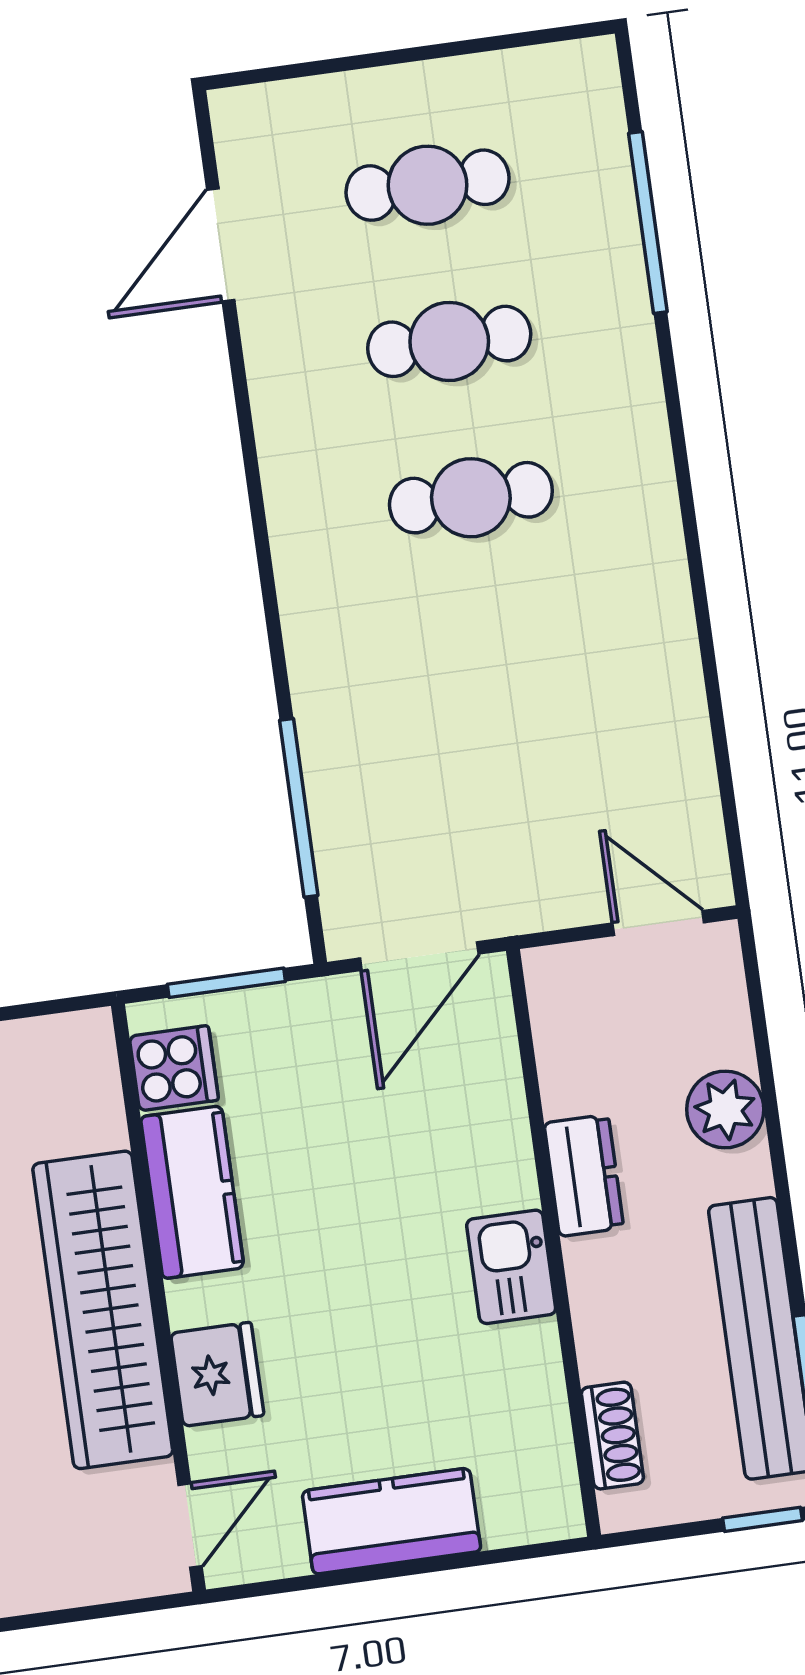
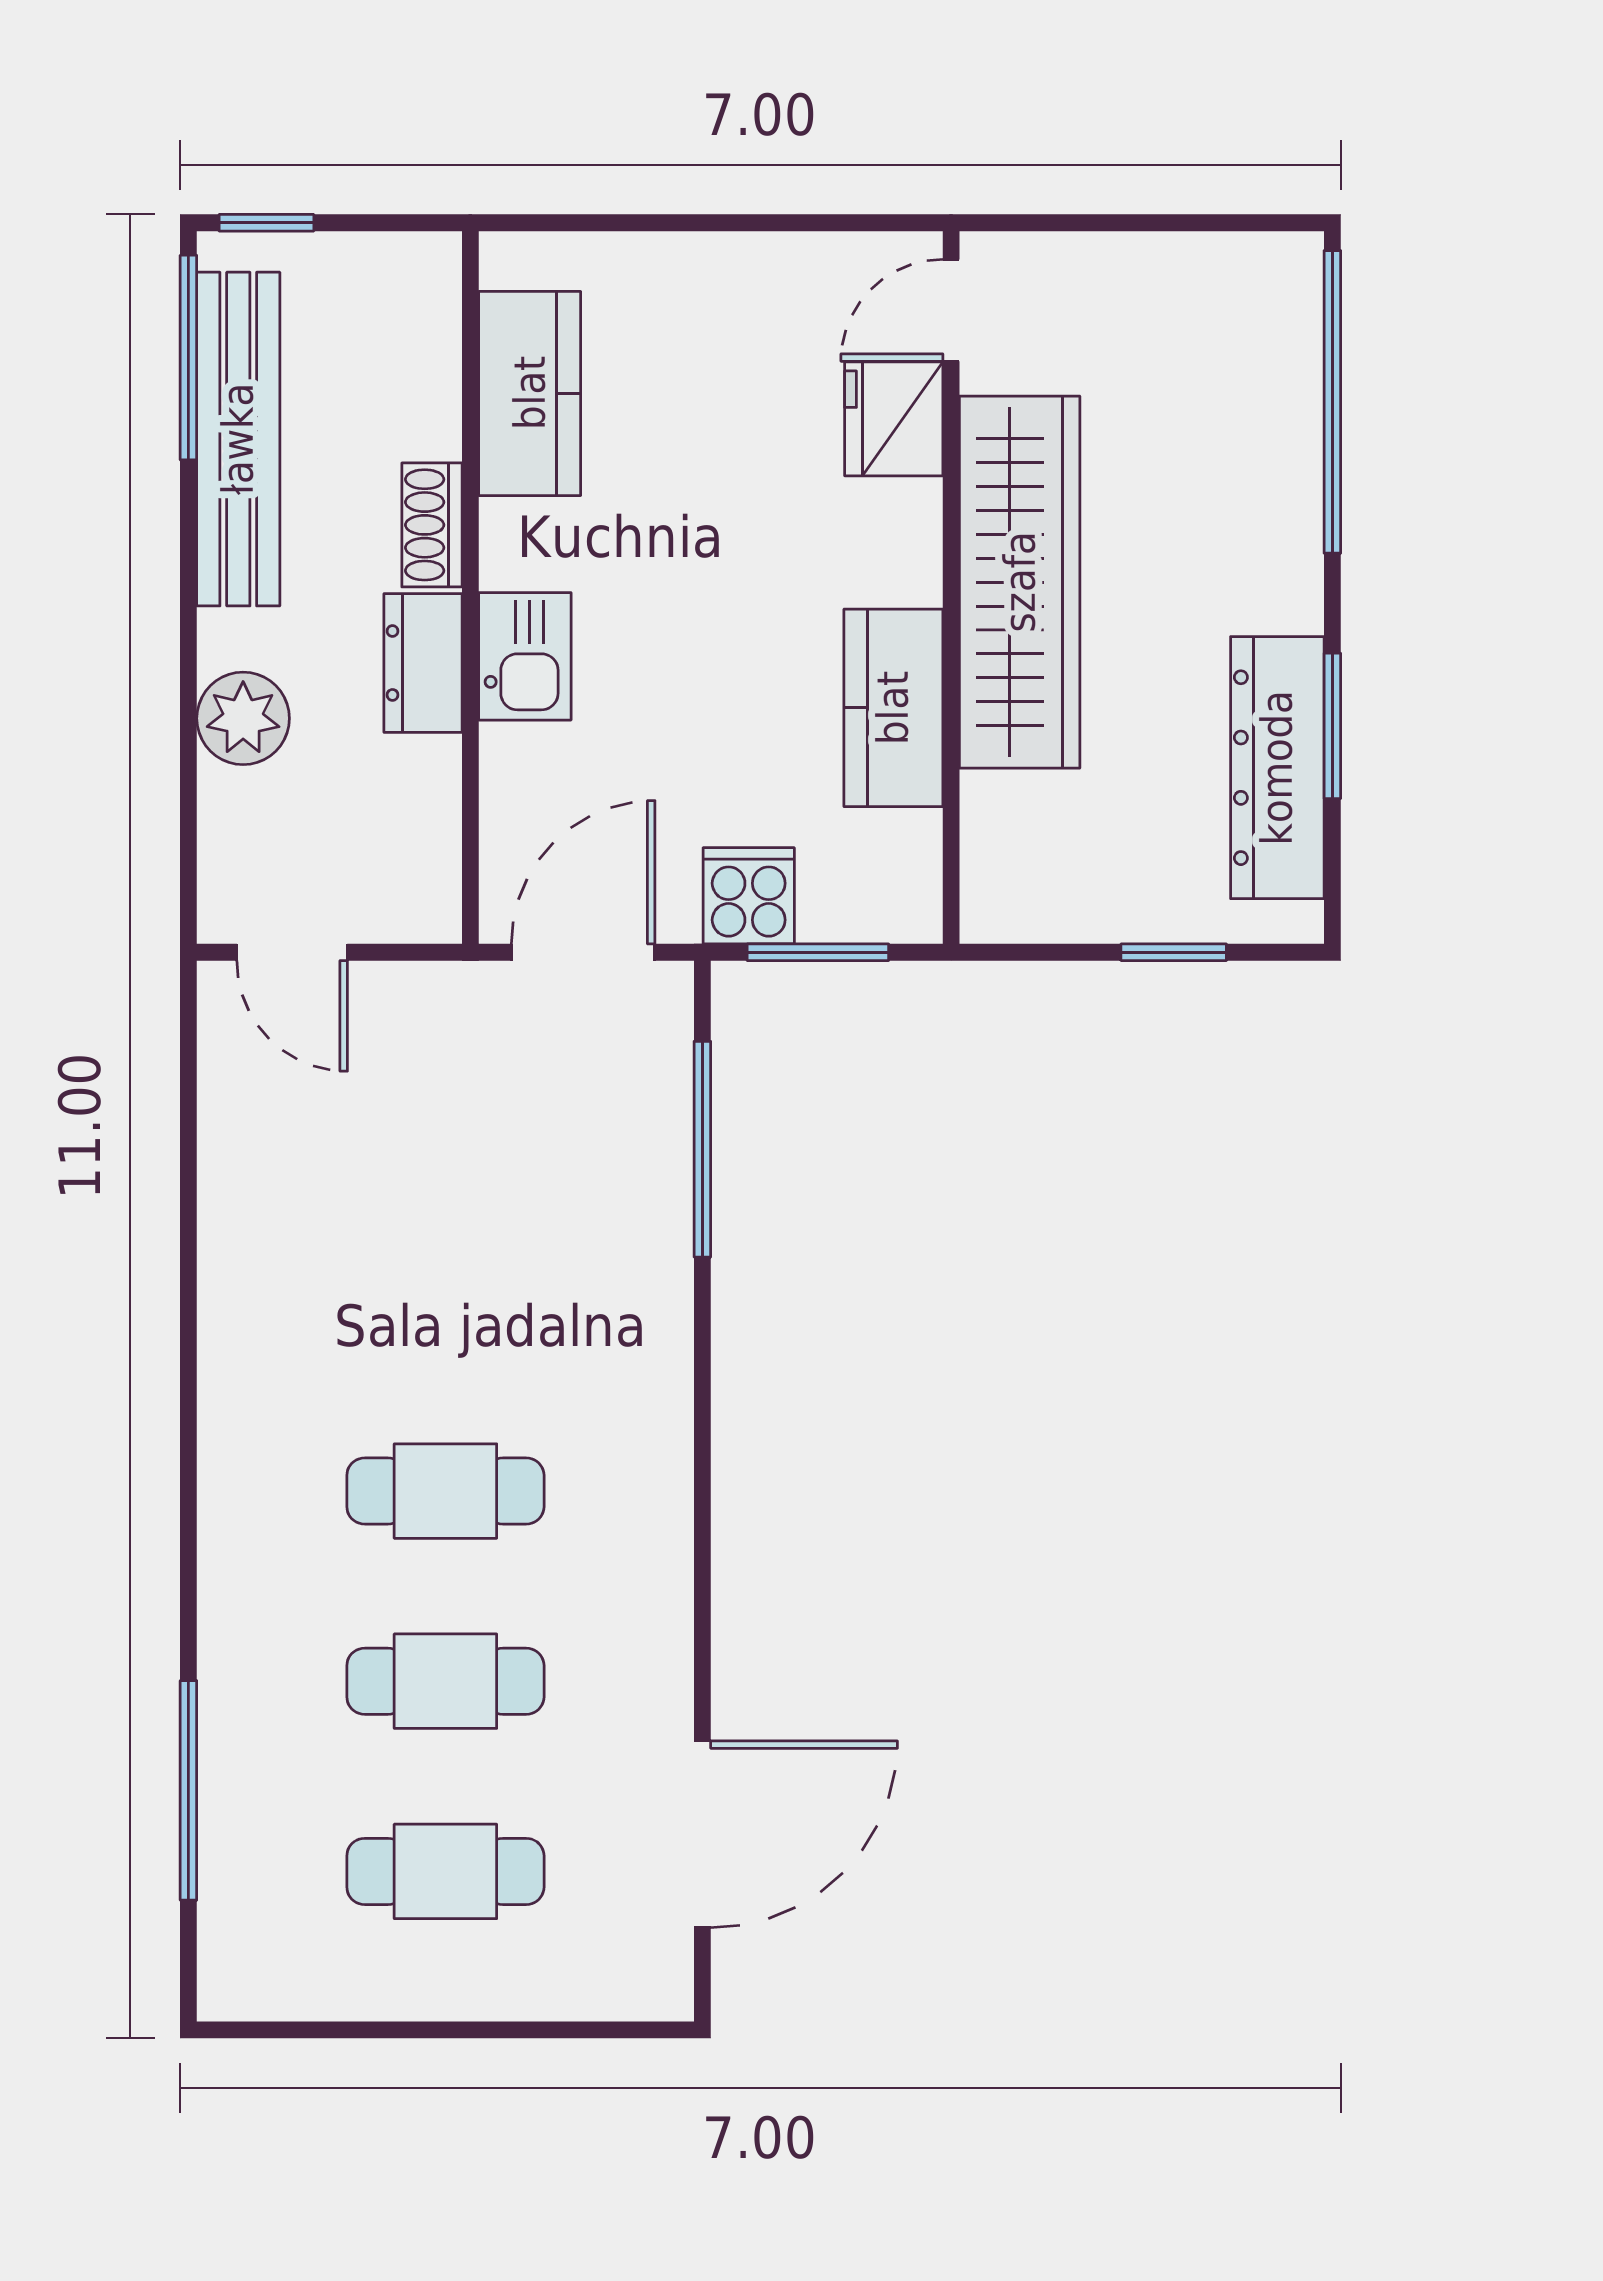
door: (221, 245) -> (702, 1834), width x1.36
cooker: (174, 1068) -> (749, 896), moved, turned 90
kitchen sink: (511, 1267) -> (525, 656), moved
fridge: (217, 1374) -> (894, 419), moved
shoe rack: (612, 1436) -> (432, 525), moved
kitchen counter: (391, 1521) -> (530, 393), moved, turned -90

